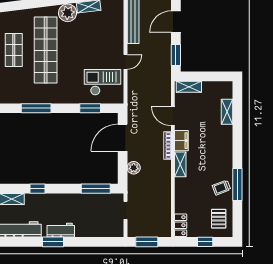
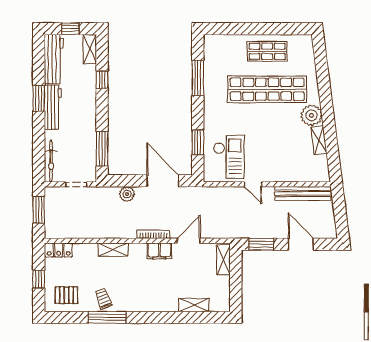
shelving: (180, 164) -> (113, 249), moved
workbench: (61, 230) -> (53, 107), width x1.38
bicycle: (106, 232) -> (51, 161), added

